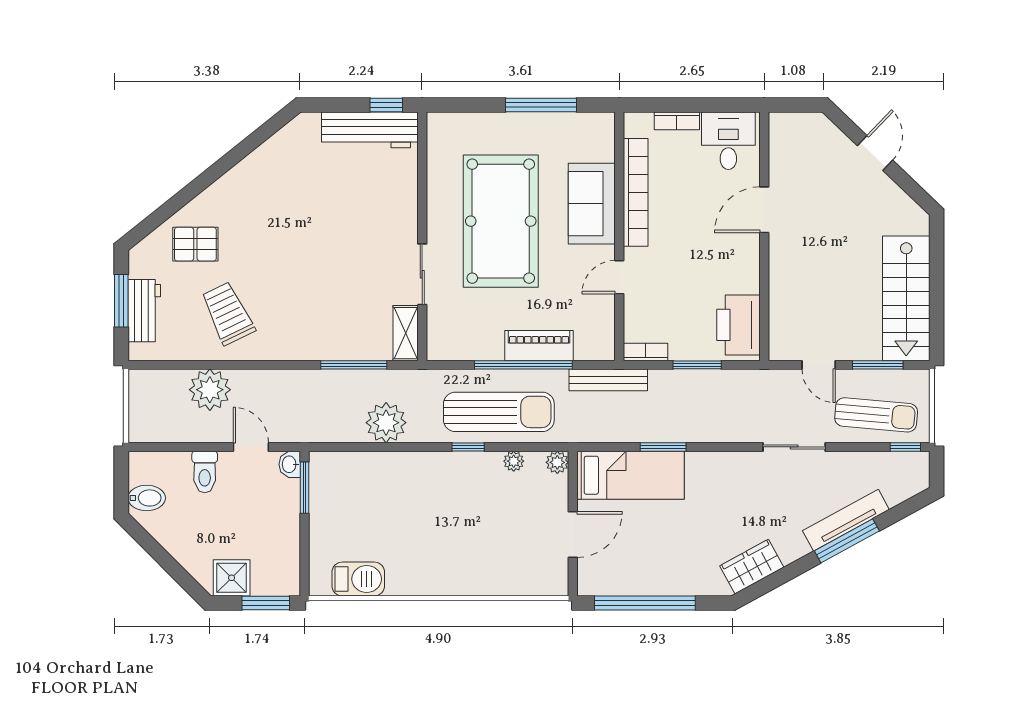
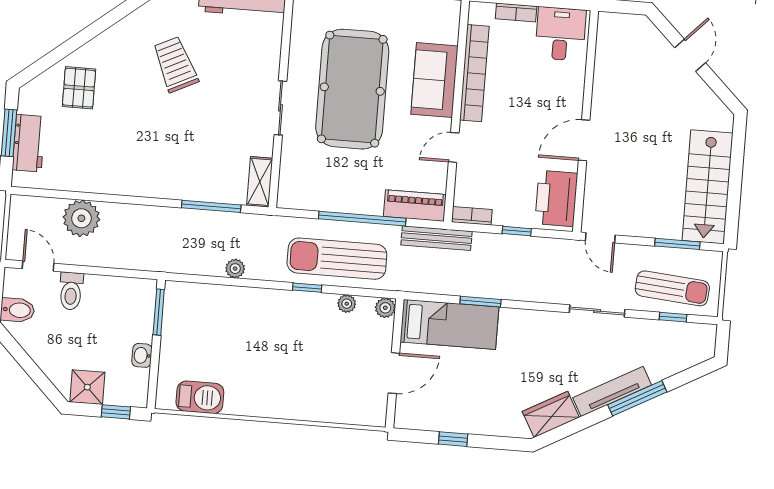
door: (764, 210) -> (584, 140), moved
pallet: (195, 244) -> (79, 88), turned 90
sliding door: (422, 274) -> (280, 108), moved
trolley: (228, 313) -> (175, 64), moved
piano: (539, 346) -> (415, 206), moved
window: (697, 365) -> (517, 231), width x0.67
door: (819, 365) -> (600, 238), moved
sun lounger: (499, 412) -> (337, 259), turned 180
plant: (386, 423) -> (235, 269), width x0.53, depth x0.53
door: (251, 447) -> (38, 266), moved
window: (905, 447) -> (673, 317), moved
washbasin: (290, 464) -> (142, 355), moved
tv unit: (846, 520) -> (612, 391), moved
window: (266, 603) -> (116, 412), width x0.67
window: (645, 603) -> (453, 439), width x0.32

